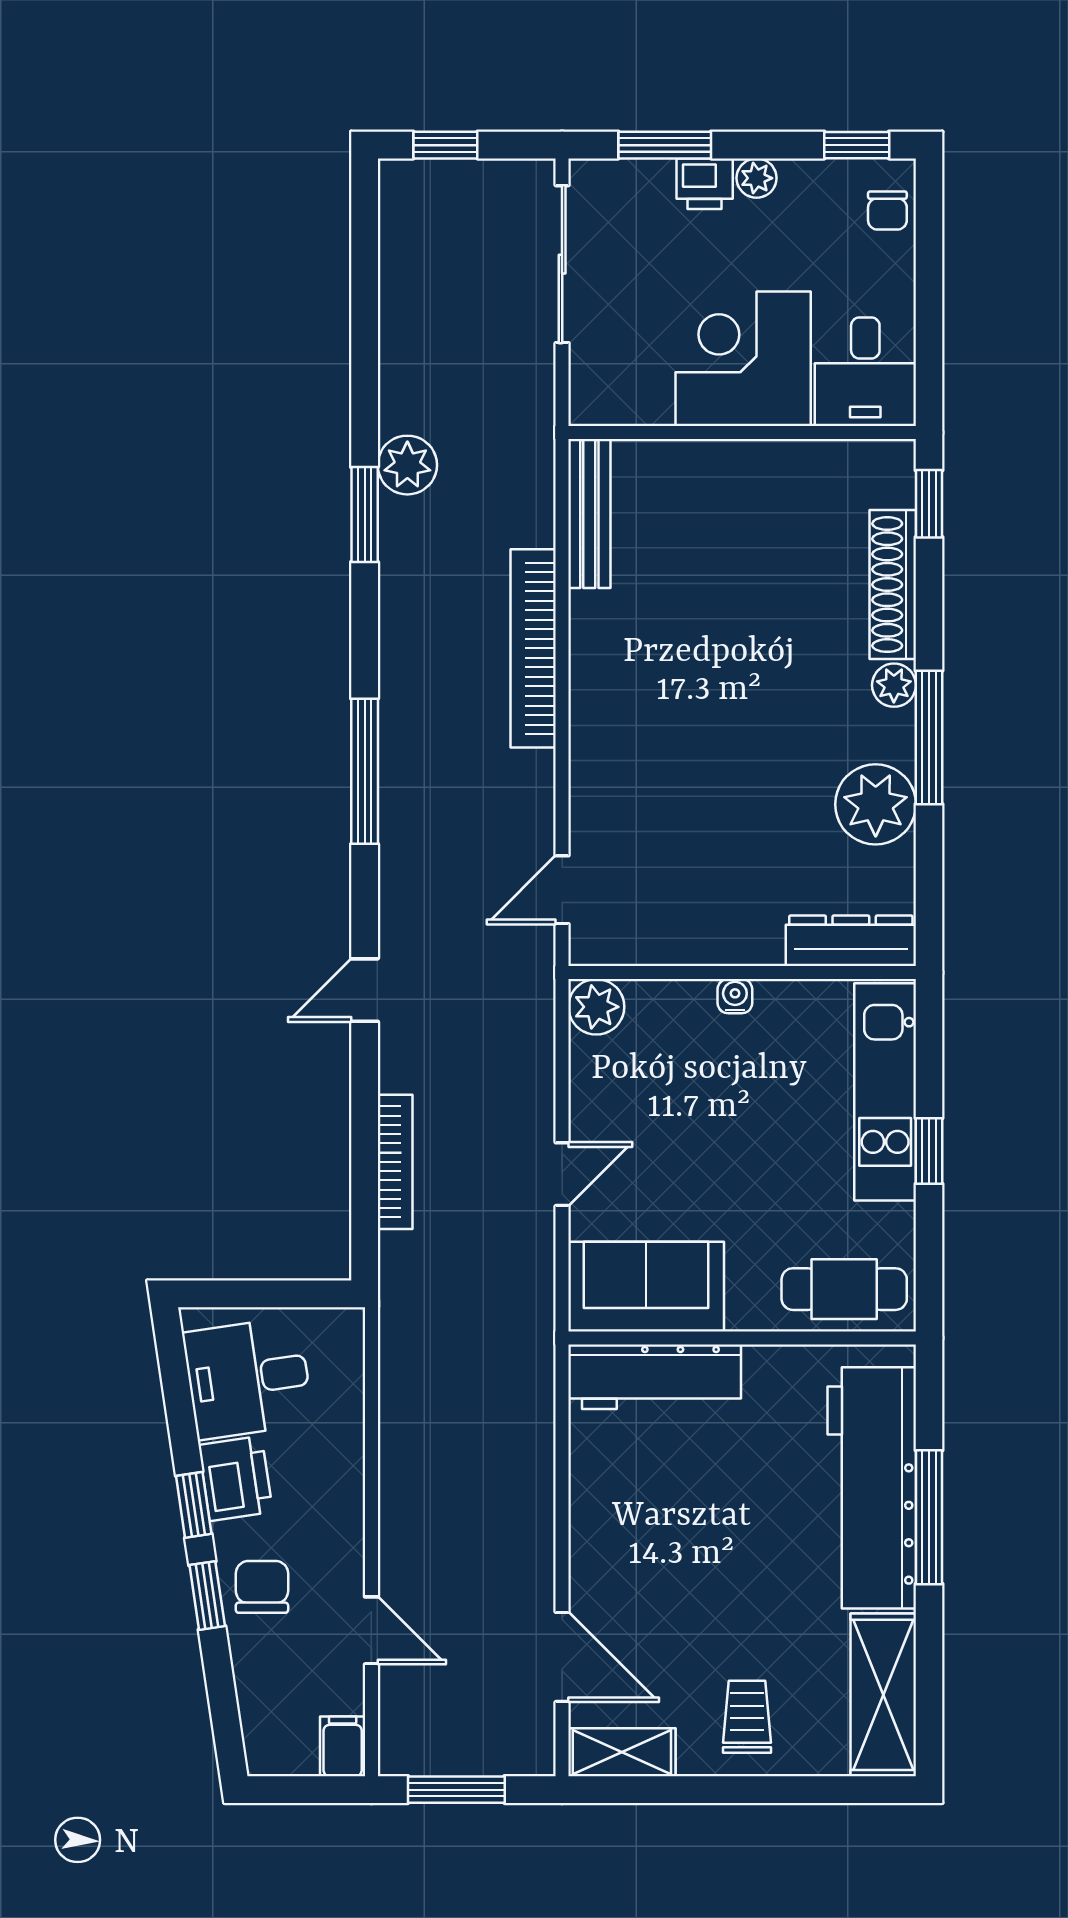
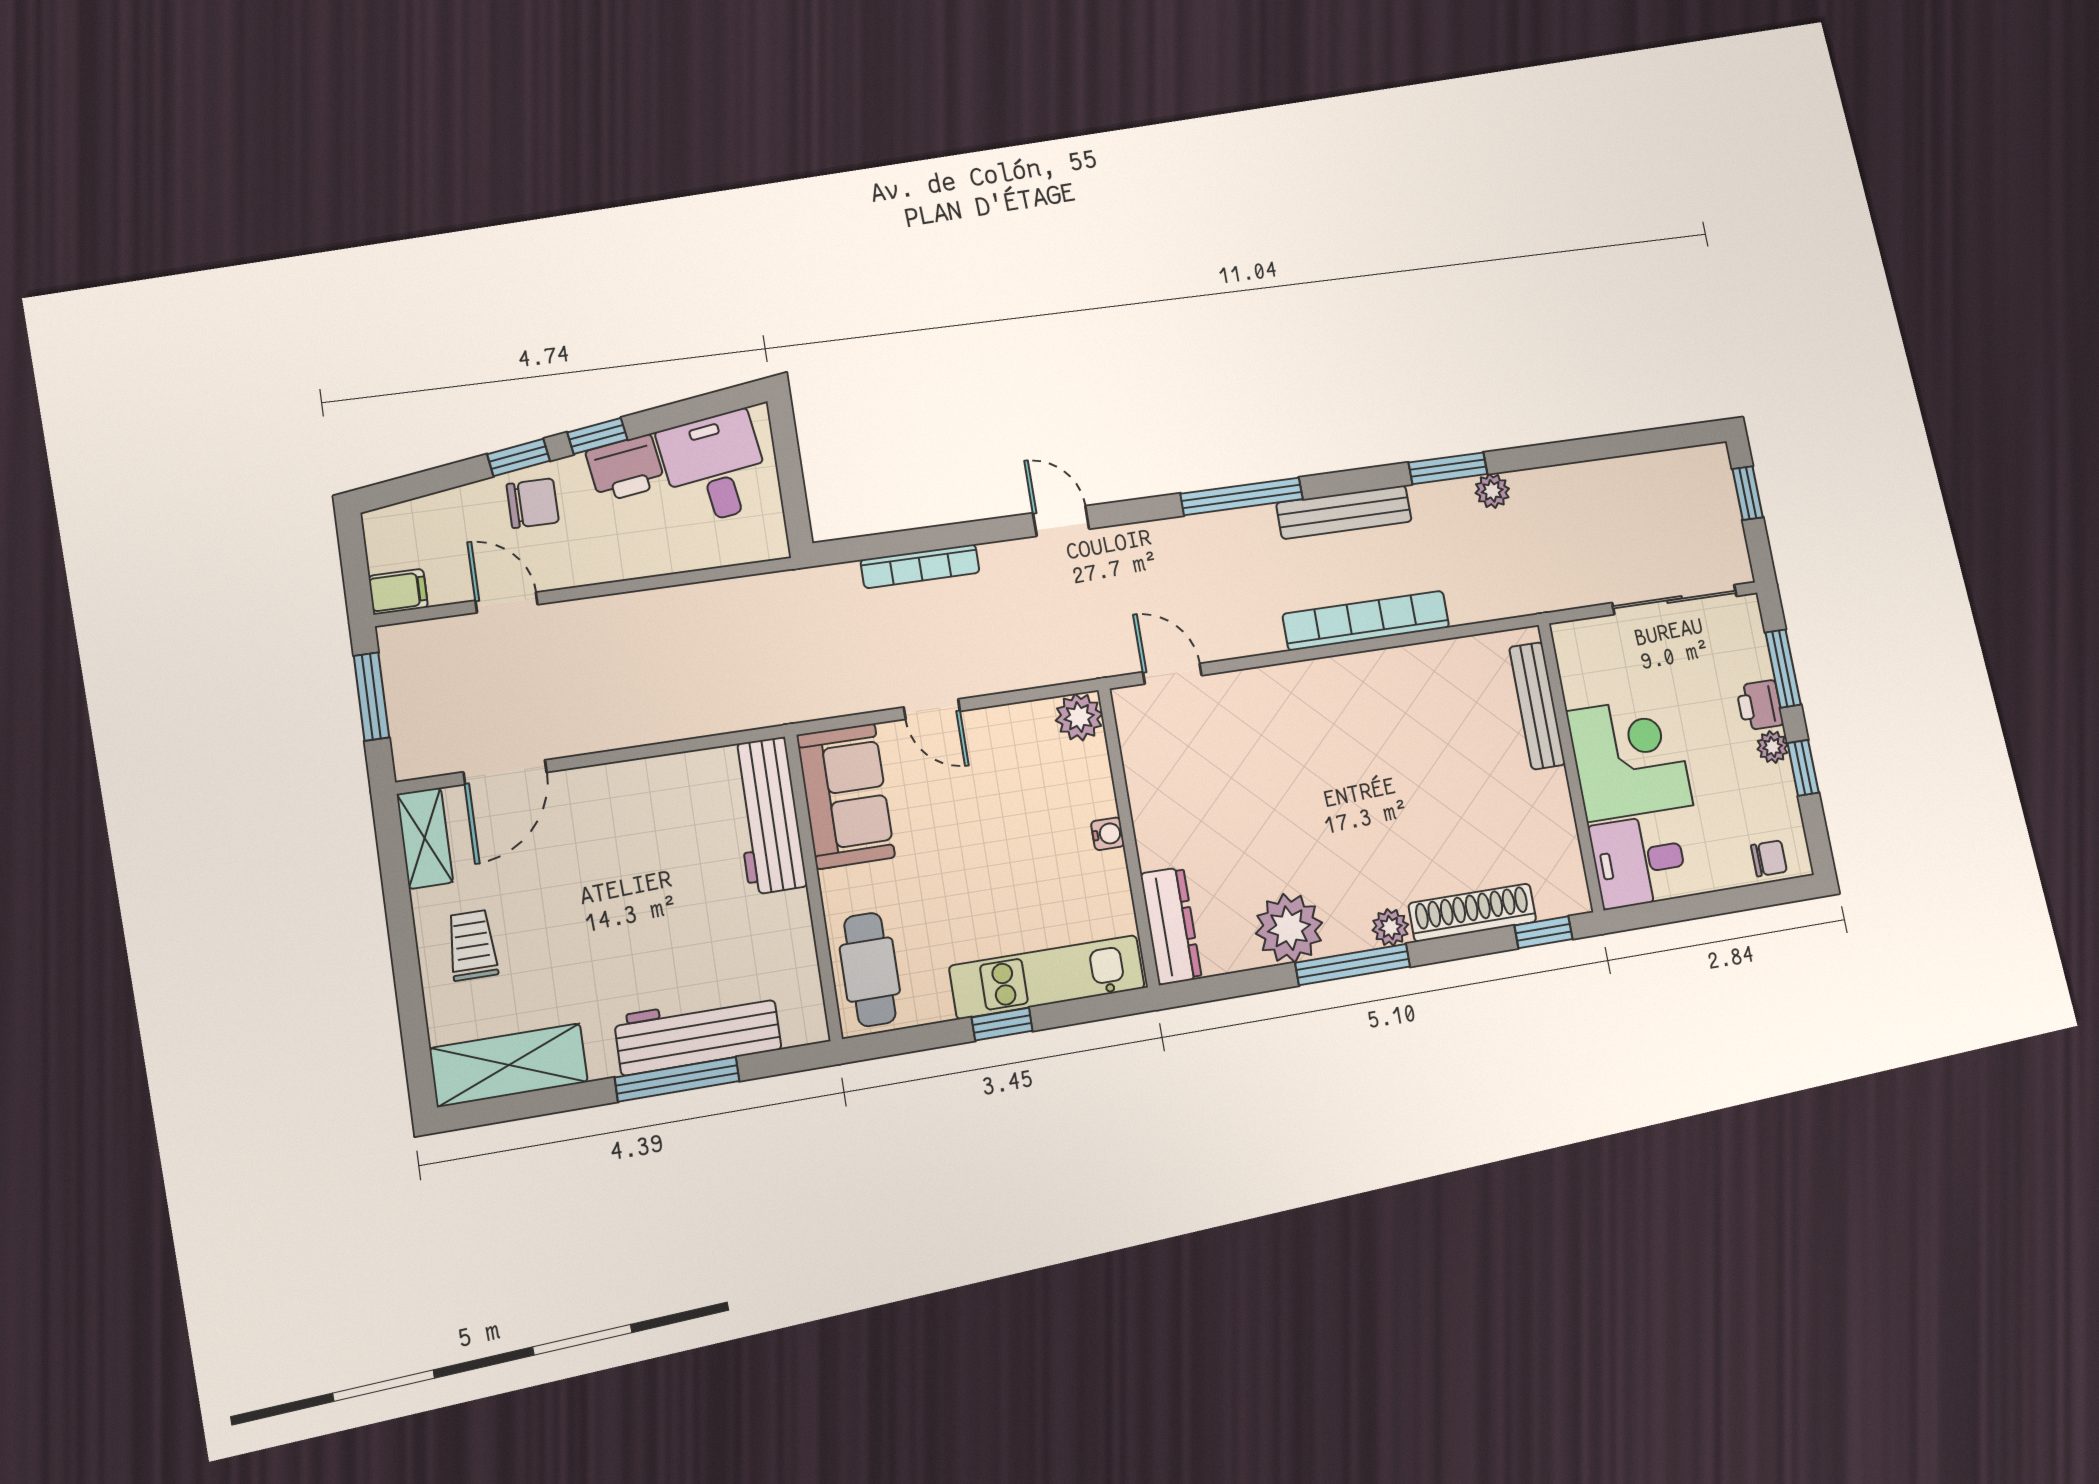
window: (857, 145) -> (1803, 768), moved
chair: (887, 211) -> (1769, 858), turned 180
plant: (407, 465) -> (1492, 491), width x0.73, depth x0.73
bench: (589, 514) -> (1537, 706), moved, turned 90
bench: (400, 651) -> (1344, 512), added
workbench: (872, 1488) -> (698, 1033), width x0.73, depth x0.76
door: (371, 1630) -> (507, 602), swing flipped
trolley: (747, 1717) -> (472, 945), turned -90

